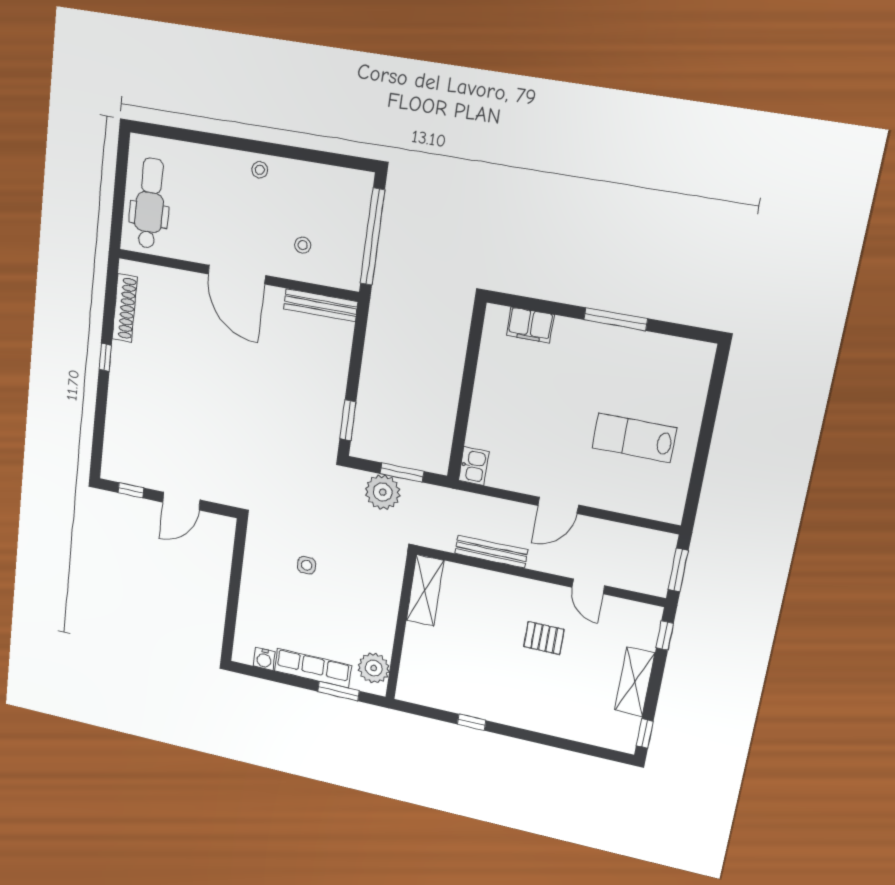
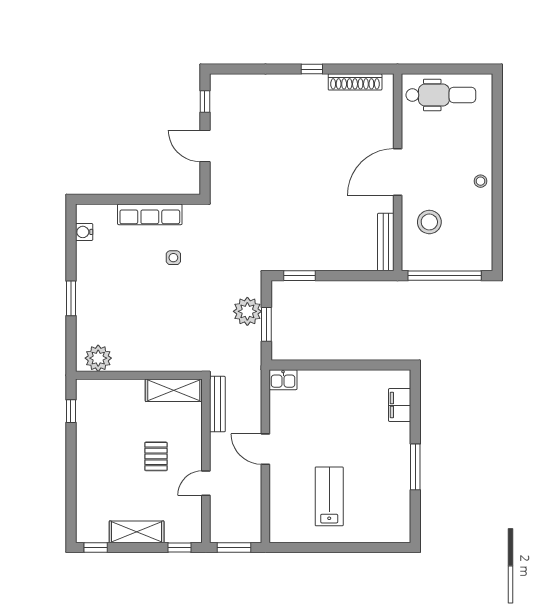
stool: (303, 245) -> (429, 222), width x1.89, depth x1.89
shelving: (425, 590) -> (174, 390), moved
wall: (401, 627) -> (139, 375), moved
row of seats: (313, 668) -> (150, 214), moved, turned 90
plant: (374, 668) -> (98, 358), moved

